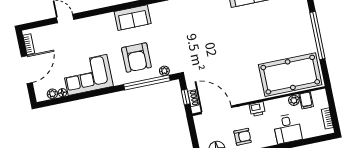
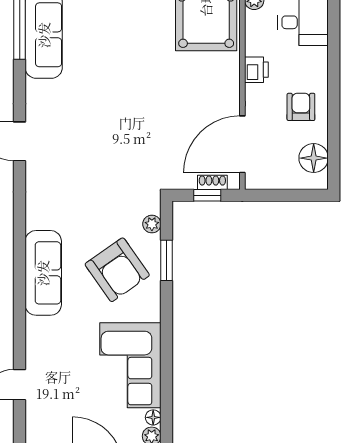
sofa: (133, 18) -> (43, 273), width x1.36
armchair: (136, 58) -> (117, 270), turned 55
window: (147, 83) -> (167, 260), width x0.47

